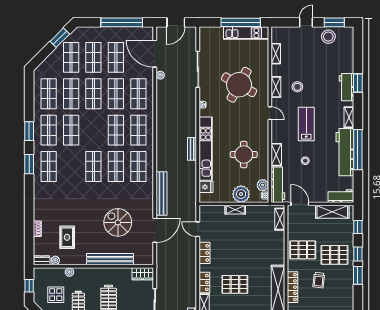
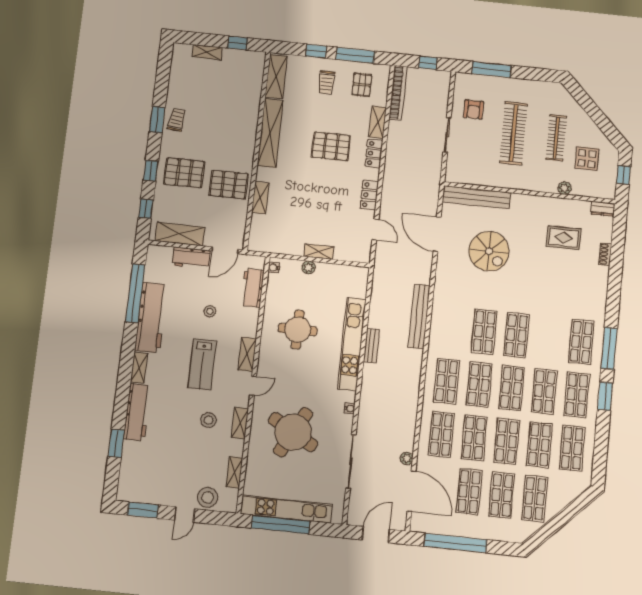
kitchen unit: (246, 33) -> (286, 509), width x1.36
stool: (328, 37) -> (208, 497), moved
window: (60, 38) -> (549, 530), removed
window: (358, 83) -> (116, 443), moved
workbench: (346, 87) -> (137, 412), width x1.38
door: (270, 113) -> (253, 386), swing flipped
window: (358, 150) -> (135, 293), moved
shelving: (276, 155) -> (247, 354), moved
window: (29, 164) -> (609, 348), width x1.44
shop shelf: (138, 166) -> (512, 388), moved
plant: (263, 185) -> (275, 283), removed
workbench: (278, 185) -> (253, 288), width x0.73
fridge: (206, 187) -> (357, 289), removed
bench: (161, 193) -> (419, 316), moved
plant: (241, 194) -> (309, 267), width x0.53, depth x0.53
workbench: (341, 196) -> (191, 258), moved
door: (300, 204) -> (225, 250), hinge flipped
shelving: (280, 219) -> (260, 198), moved
door: (155, 230) -> (437, 234), hinge flipped
rug: (67, 237) -> (564, 238), turned 90
bench: (110, 259) -> (476, 197), moved
plant: (55, 260) -> (583, 207), removed
wardrobe: (143, 274) -> (460, 175), removed
window: (358, 275) -> (157, 120), moved
trolley: (319, 280) -> (177, 120), moved
locker: (292, 287) -> (249, 134), removed

